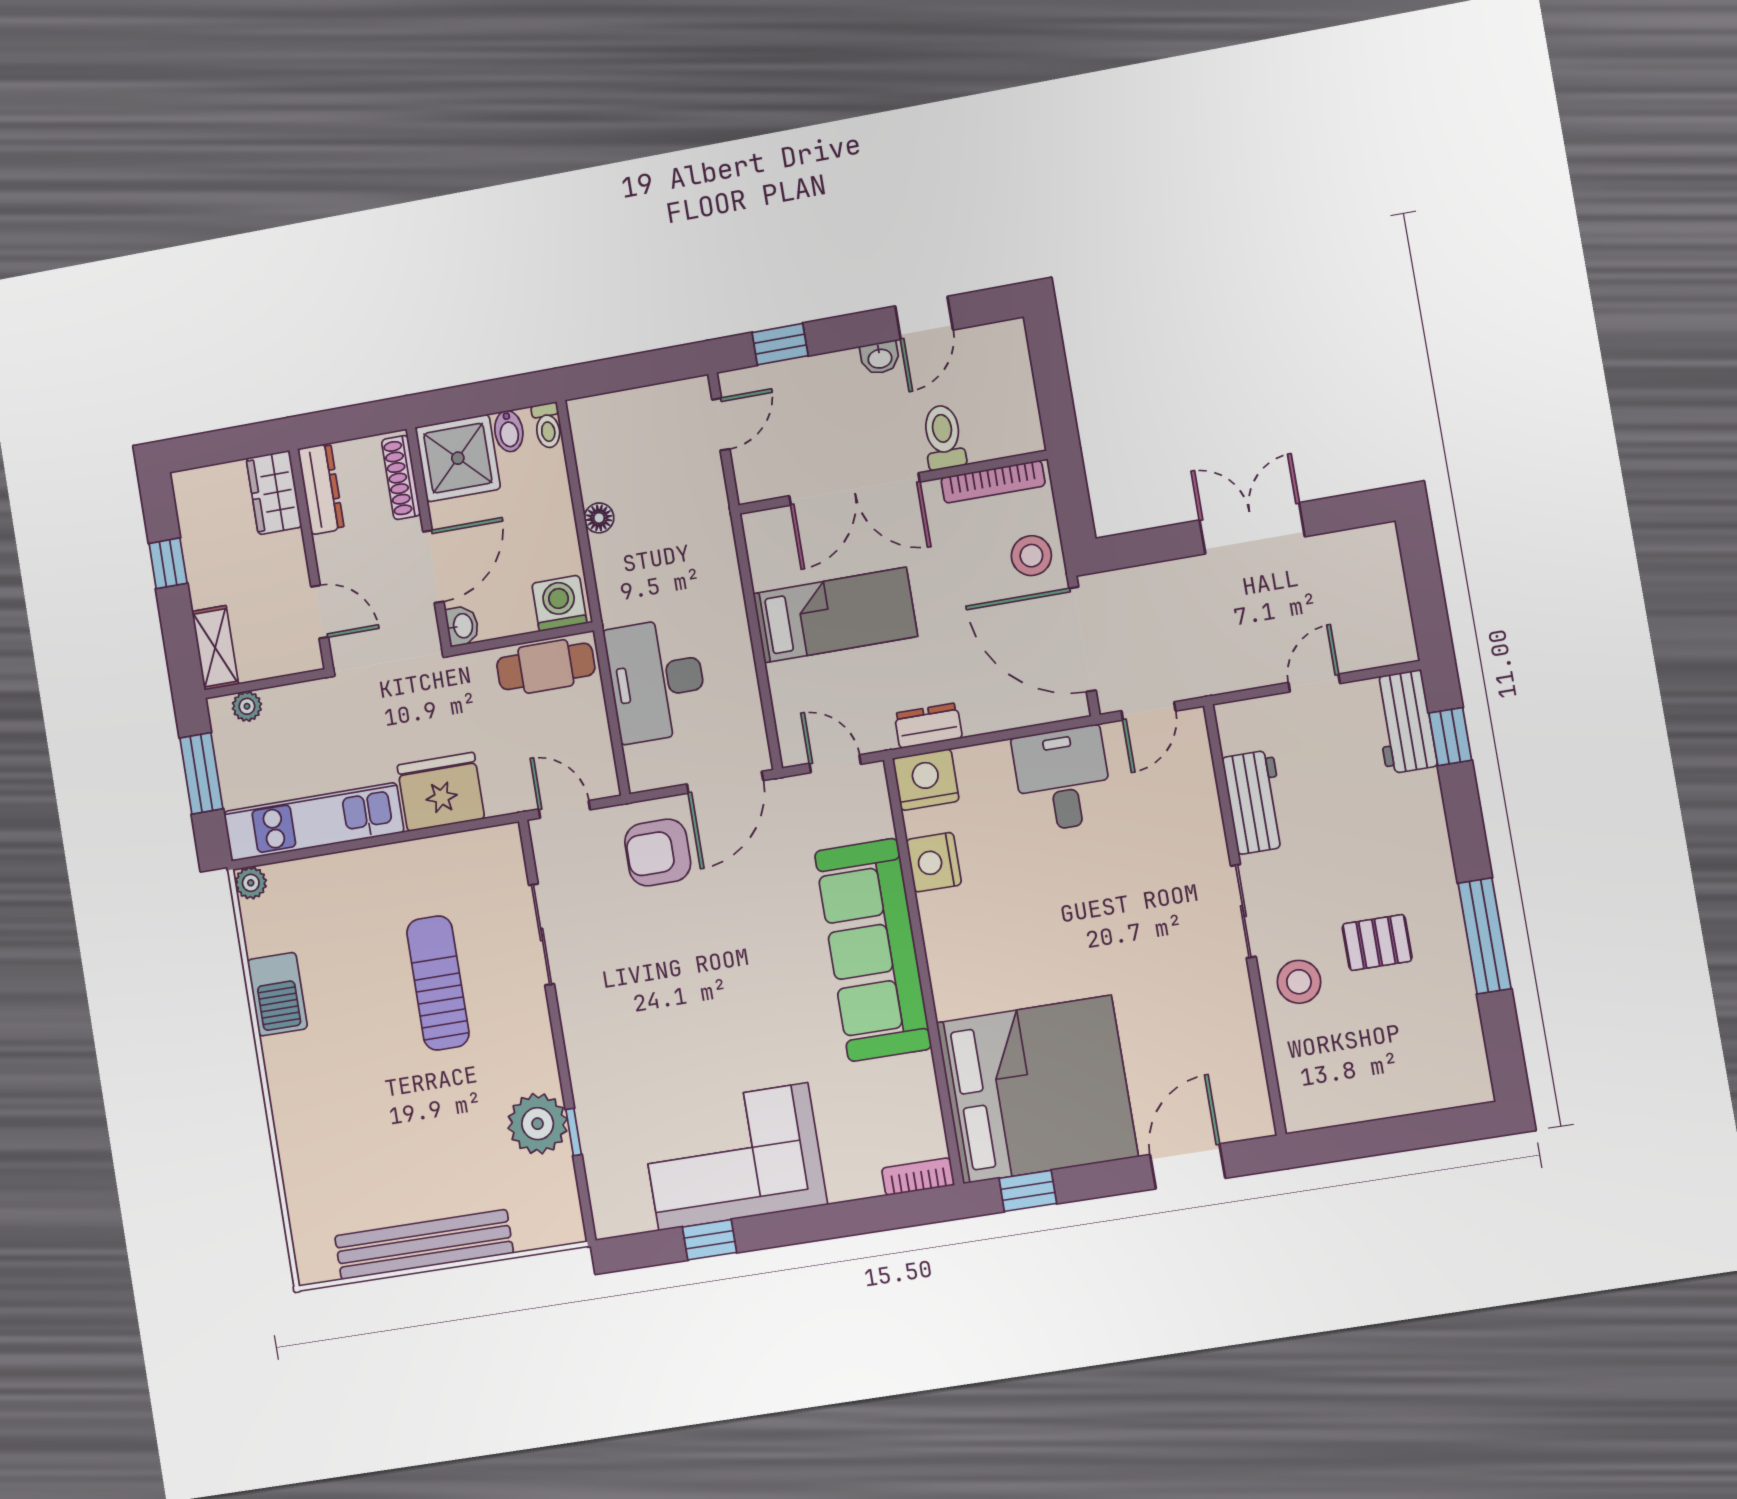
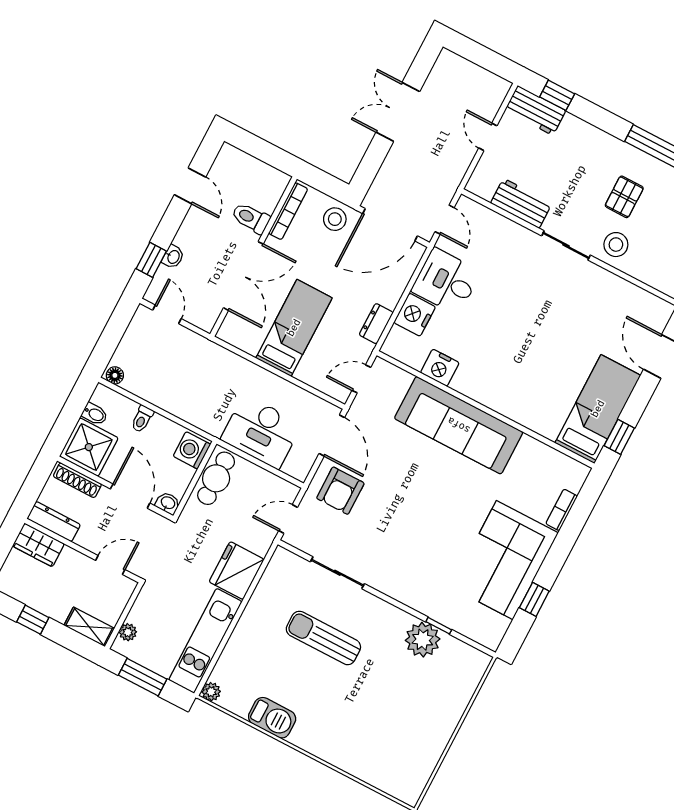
washbasin: (880, 358) -> (173, 257), moved
toilet: (547, 426) -> (142, 419), moved, turned 90
floor lamp: (599, 518) -> (115, 375), moved
nightstand: (926, 780) -> (415, 315), moved
bed: (1037, 1090) -> (598, 409), width x0.49
bookcase: (918, 1177) -> (562, 510), moved
bench: (424, 1245) -> (439, 735), removed

